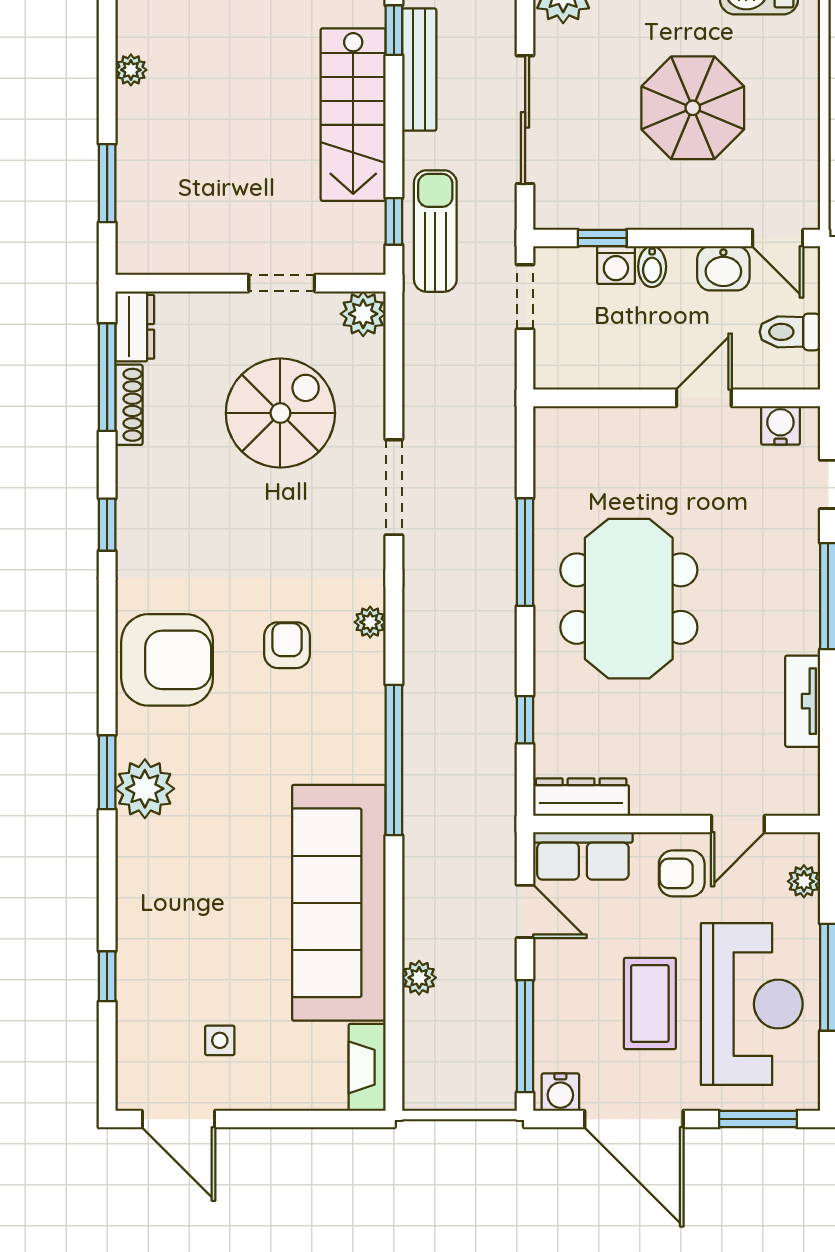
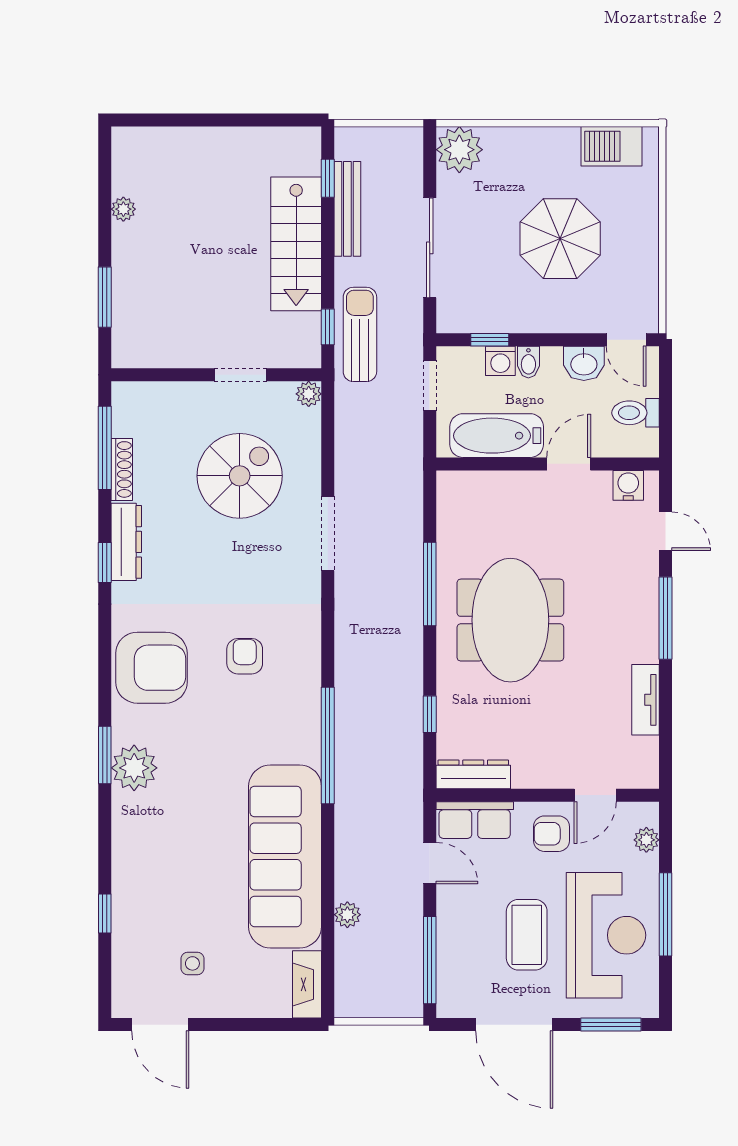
plant: (363, 314) -> (309, 394), width x0.73, depth x0.73
dresser: (135, 327) -> (126, 542), moved, width x1.44
bathtub: (611, 361) -> (497, 436), added
plant: (370, 622) -> (309, 638), removed
water cooler: (560, 1092) -> (457, 1004), removed

